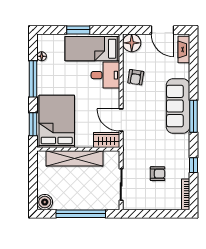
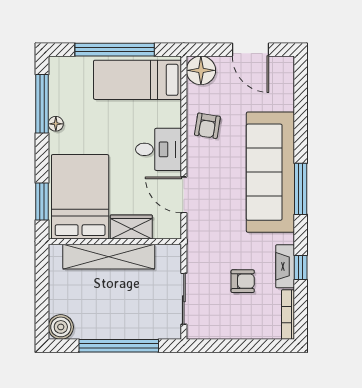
window: (78, 30) -> (115, 50), width x2.11
fireplace: (184, 49) -> (285, 266), moved
floor lamp: (42, 56) -> (56, 124), moved
desk: (105, 75) -> (159, 149), moved
window: (33, 79) -> (42, 104), moved
sofa: (178, 106) -> (270, 172), width x1.36, depth x1.27
wardrobe: (107, 140) -> (131, 227), moved

